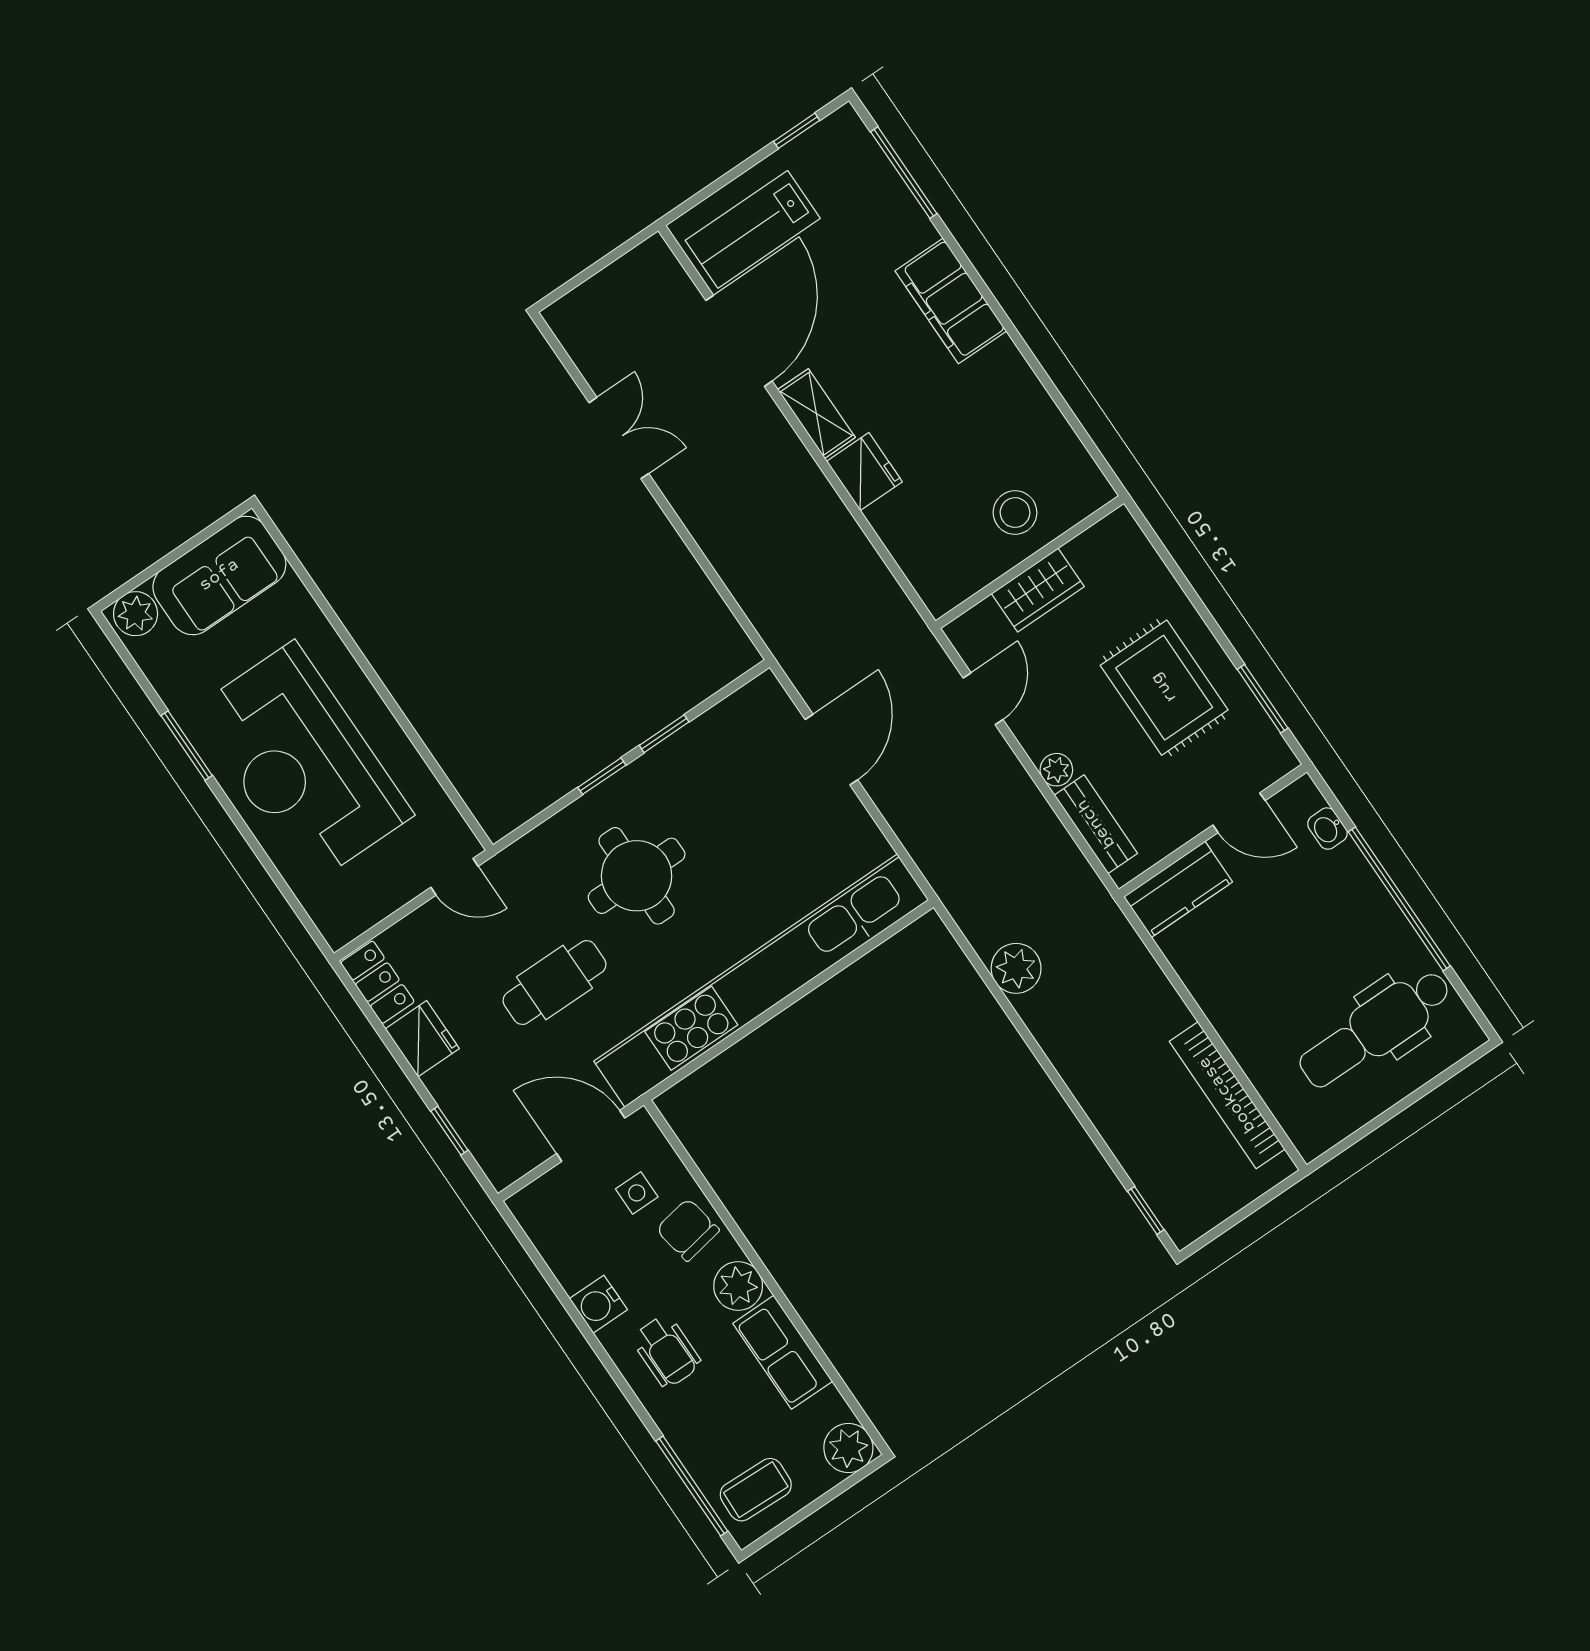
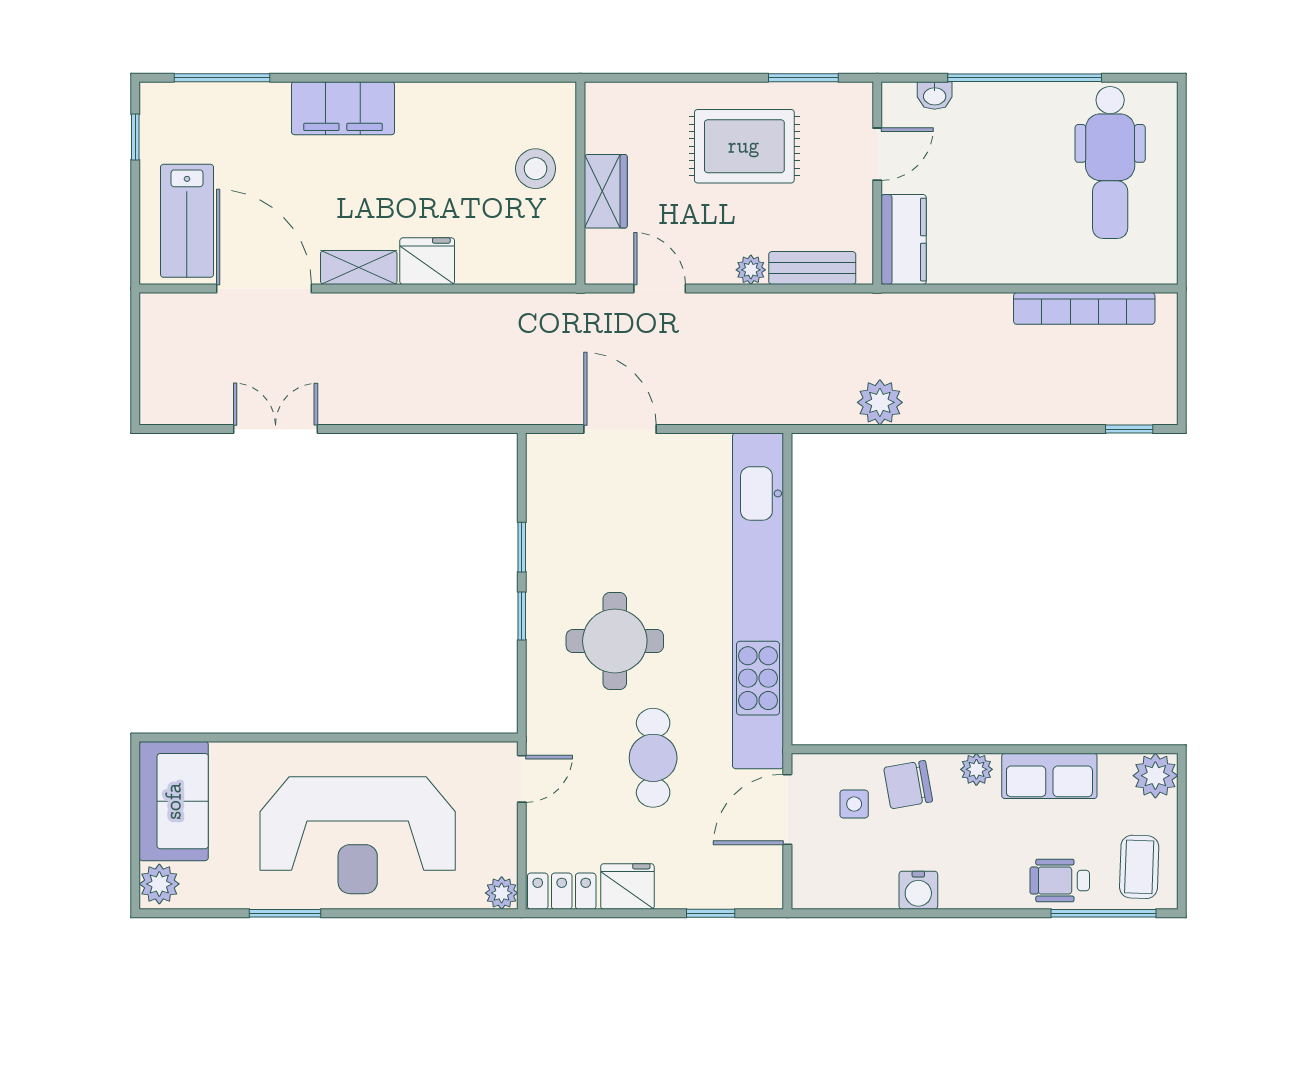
plant: (339, 929) -> (502, 893), added
plant: (738, 1286) -> (976, 769), width x0.73, depth x0.73
wheelchair: (666, 1351) -> (1060, 881), moved, turned 180

